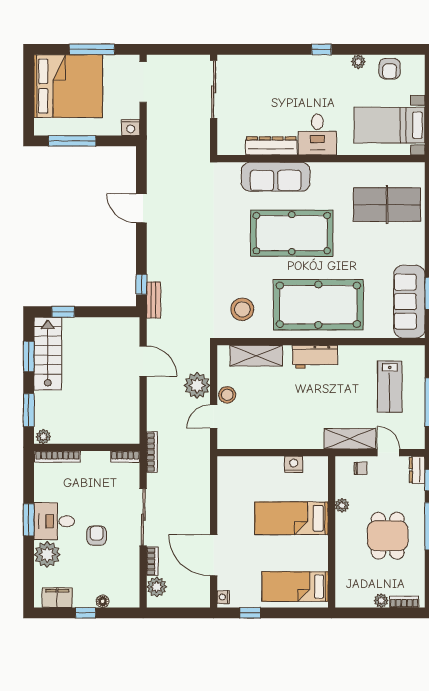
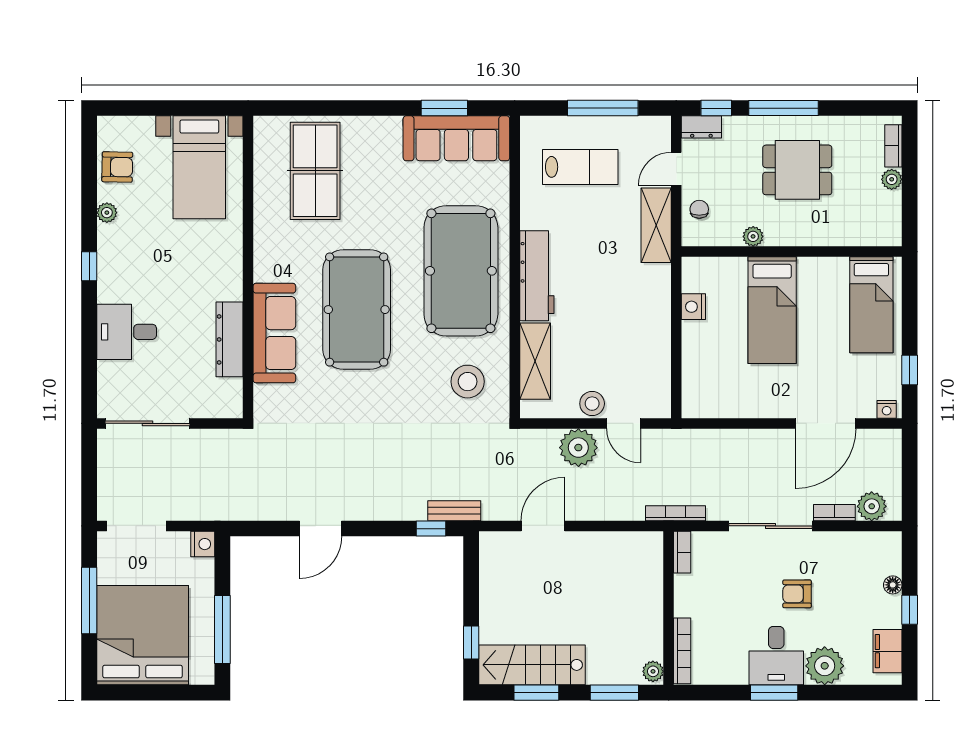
desk: (317, 135) -> (127, 332), moved, turned 180
workbench: (315, 357) -> (537, 276), width x1.38

